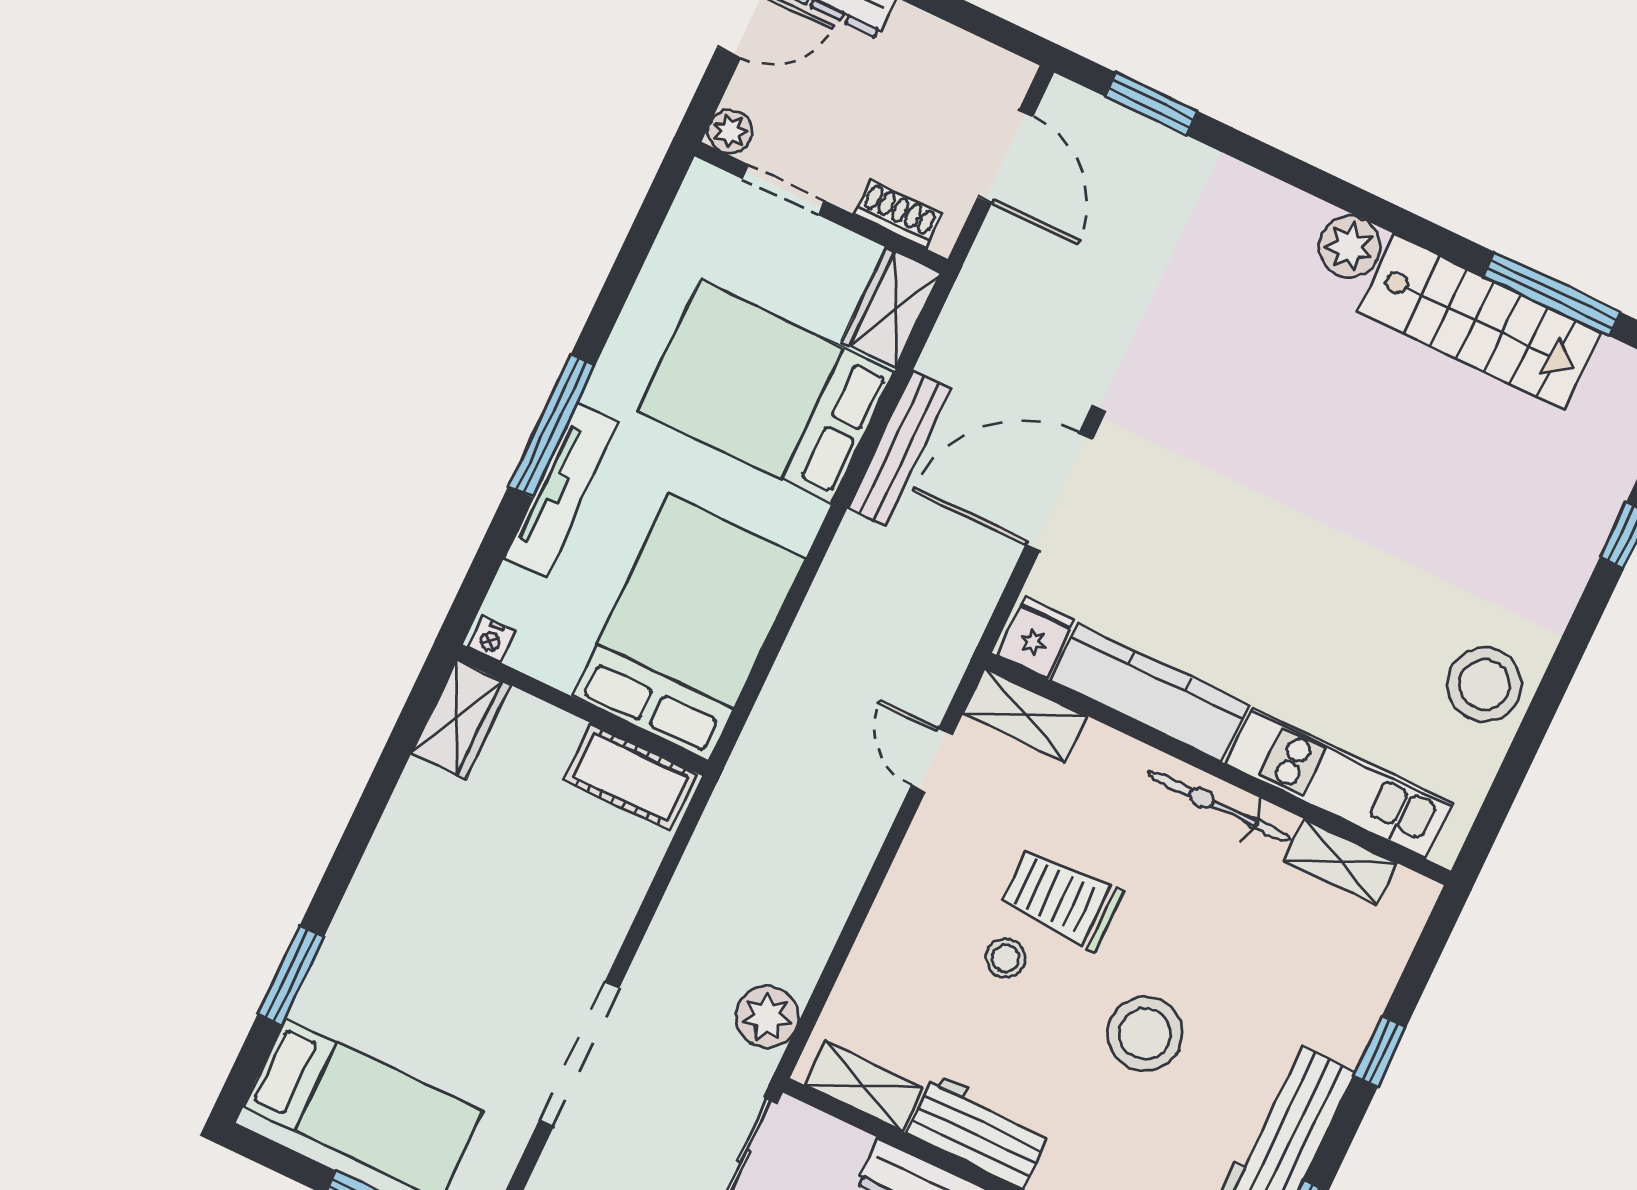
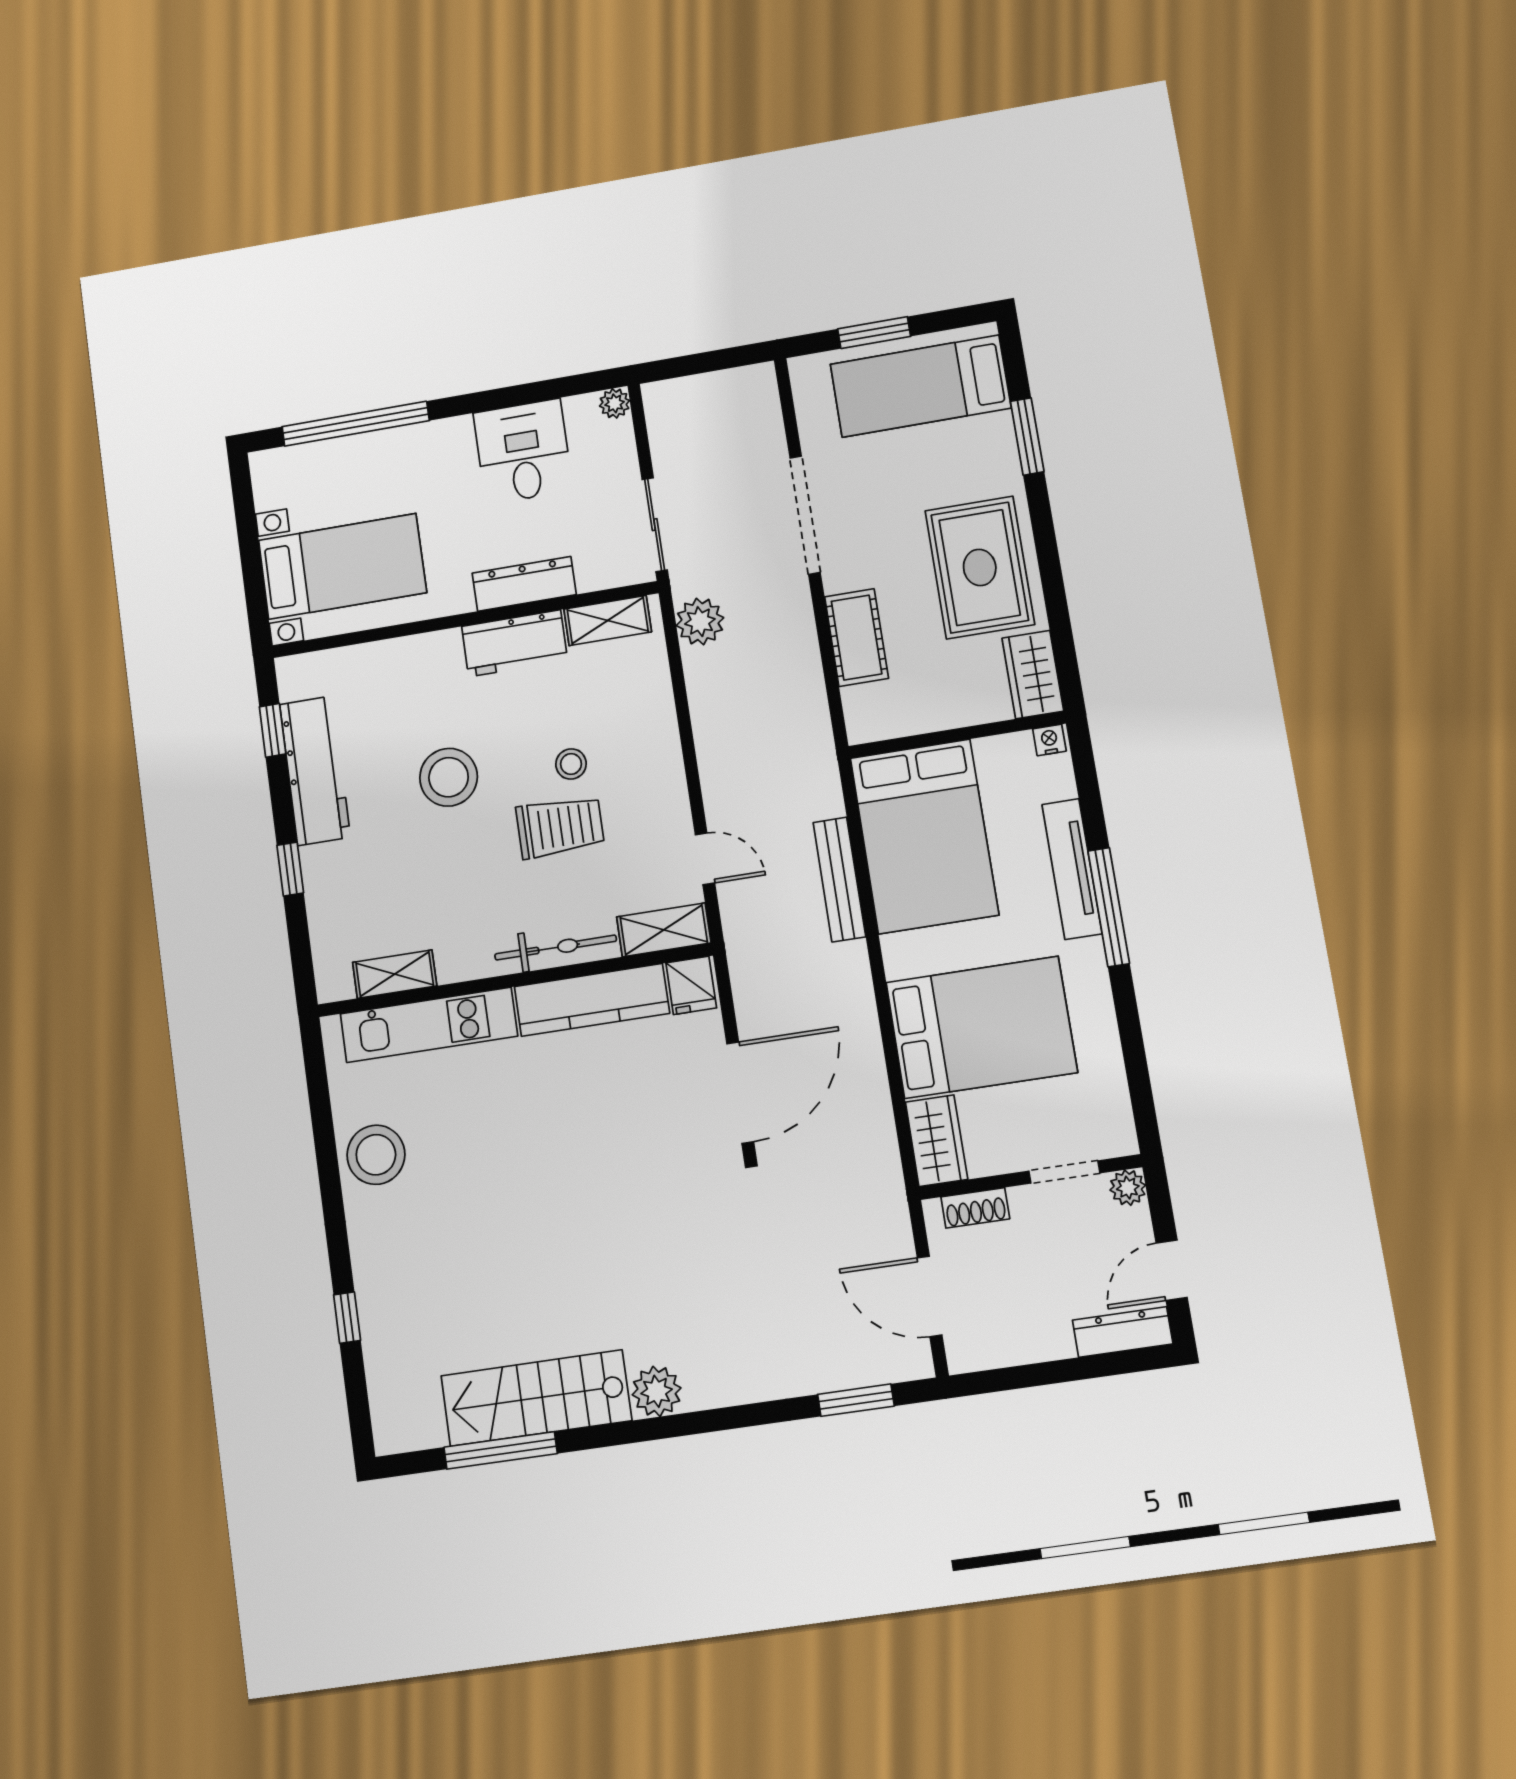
bench: (899, 448) -> (839, 879), moved
cot: (630, 777) -> (857, 638), moved, turned 90
bicycle: (1219, 806) -> (556, 948), moved
rug: (437, 870) -> (980, 567), added

